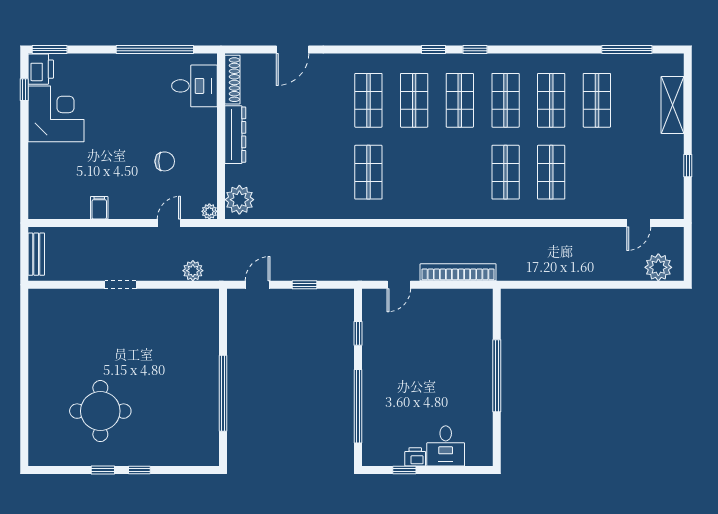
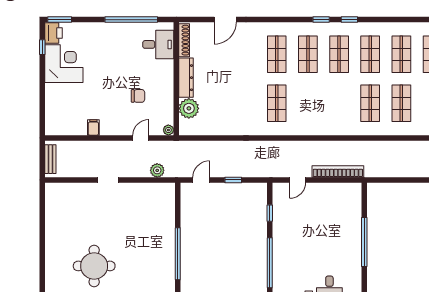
plant: (239, 200) -> (189, 108), moved

